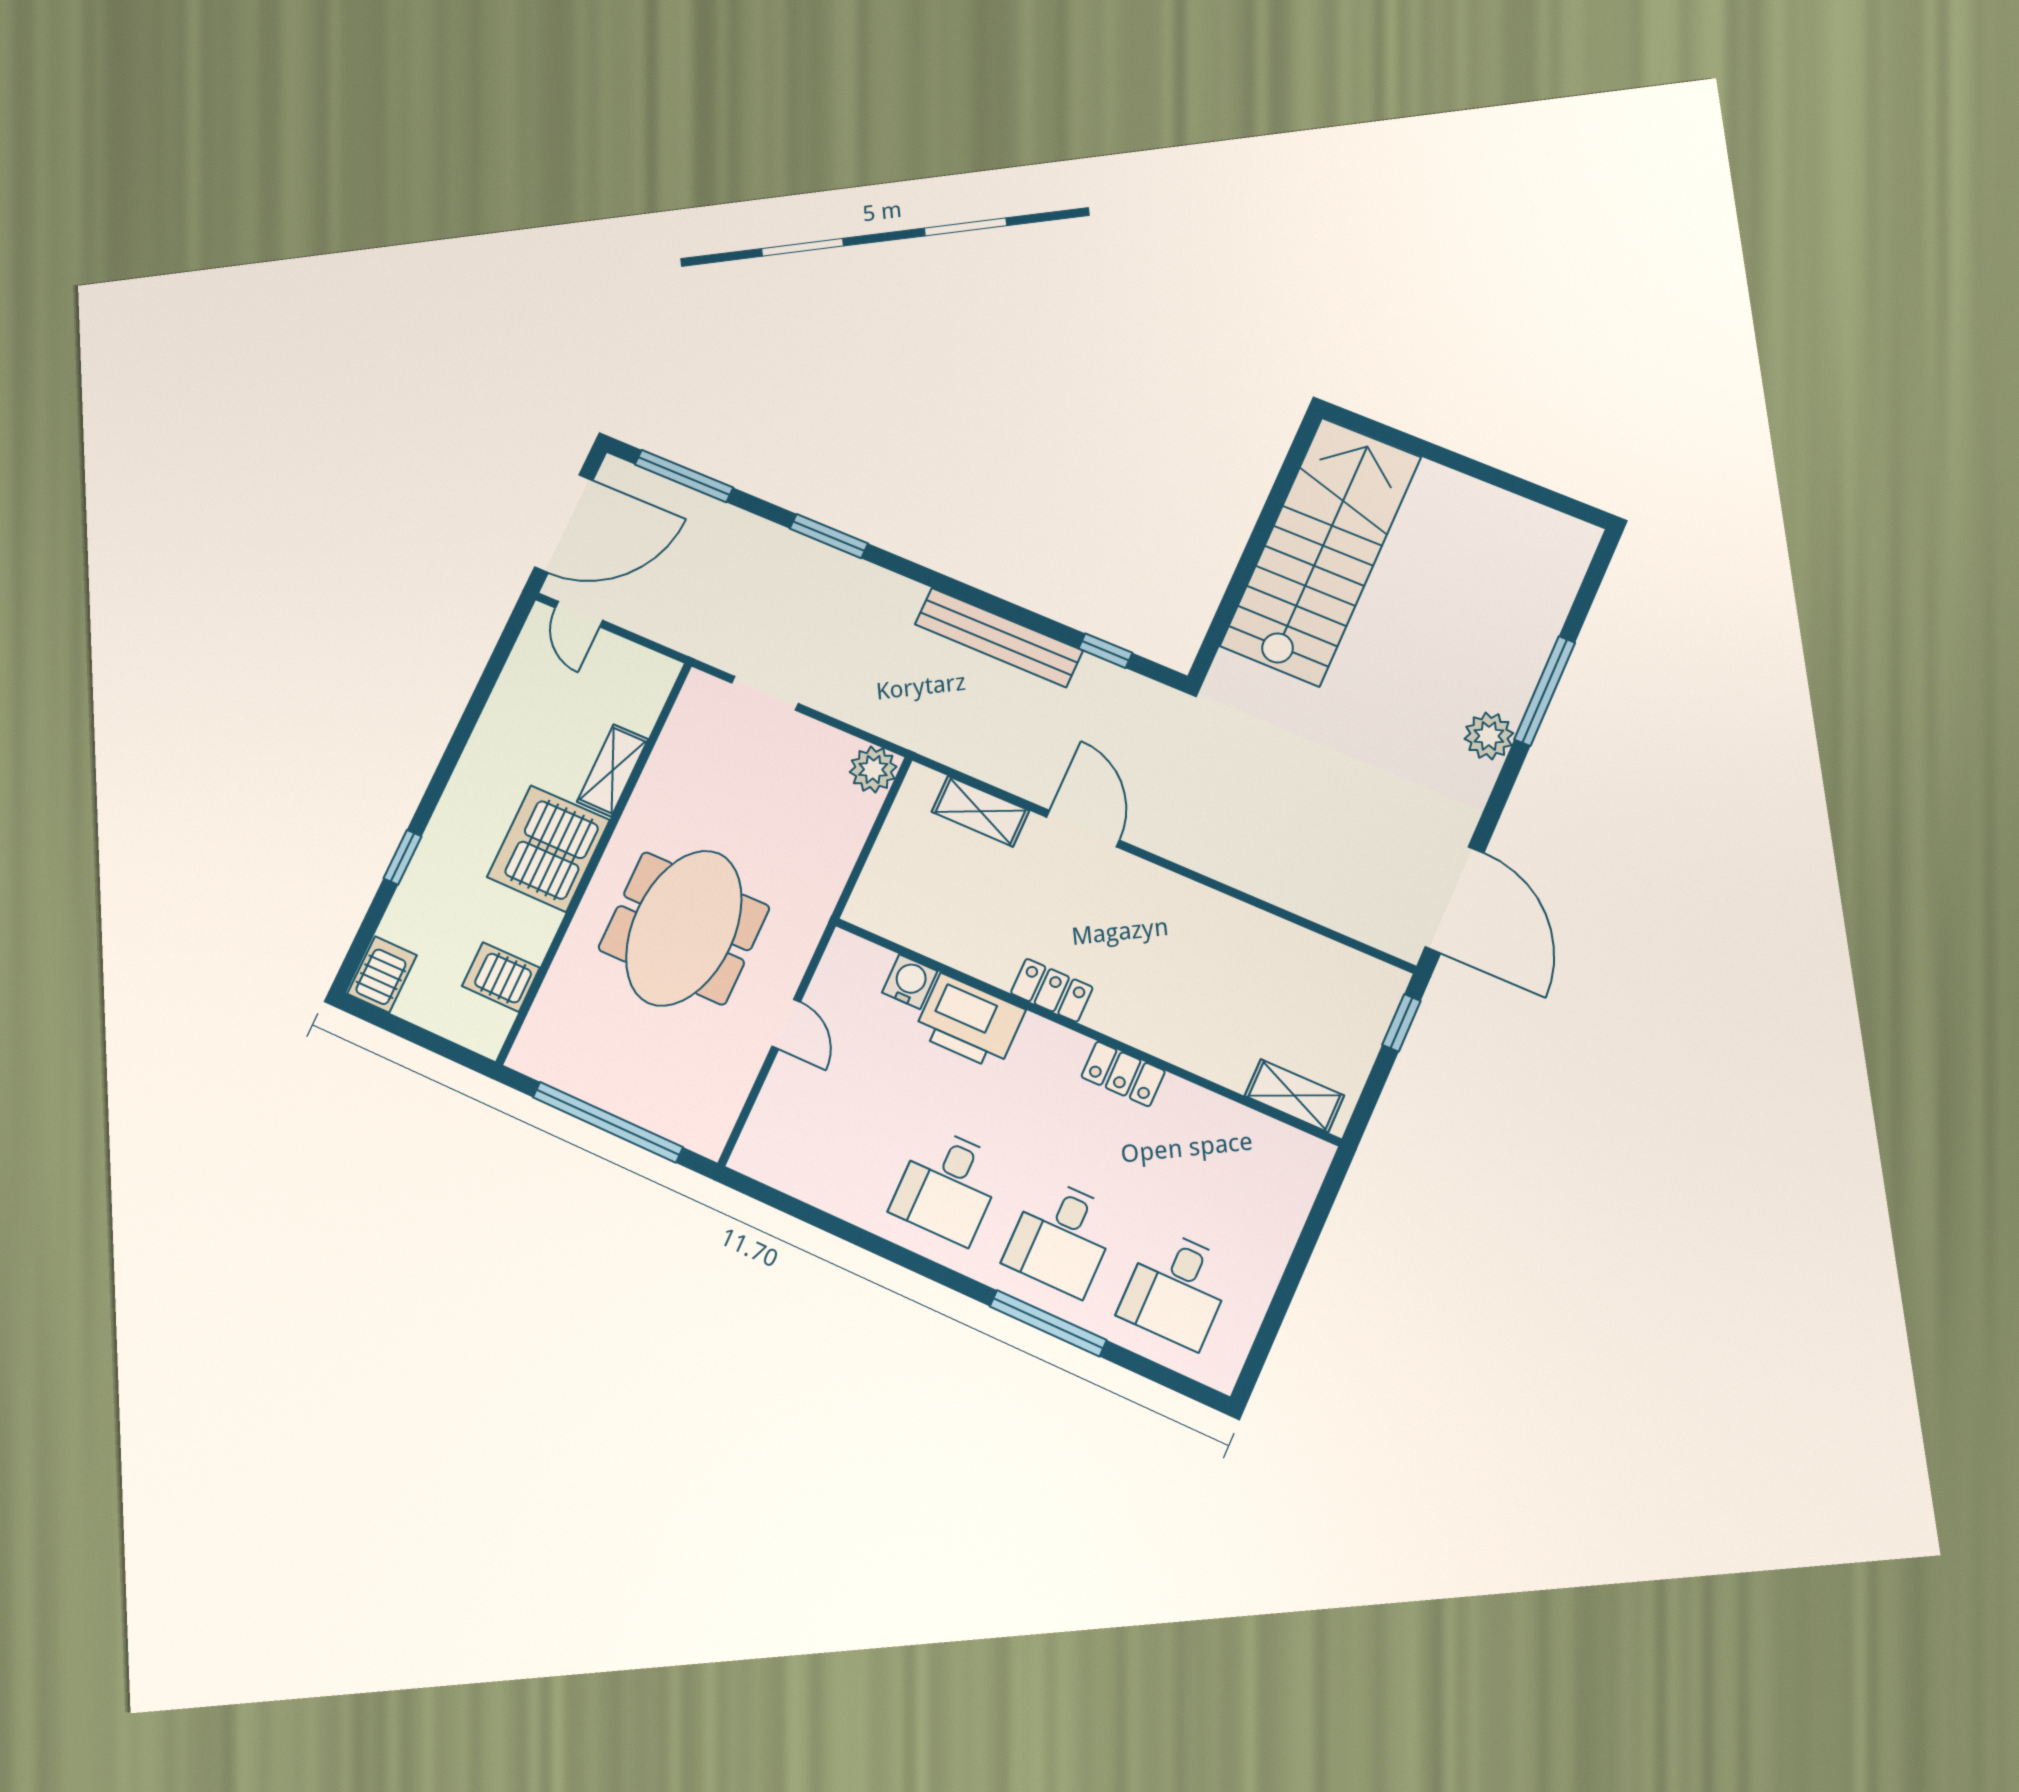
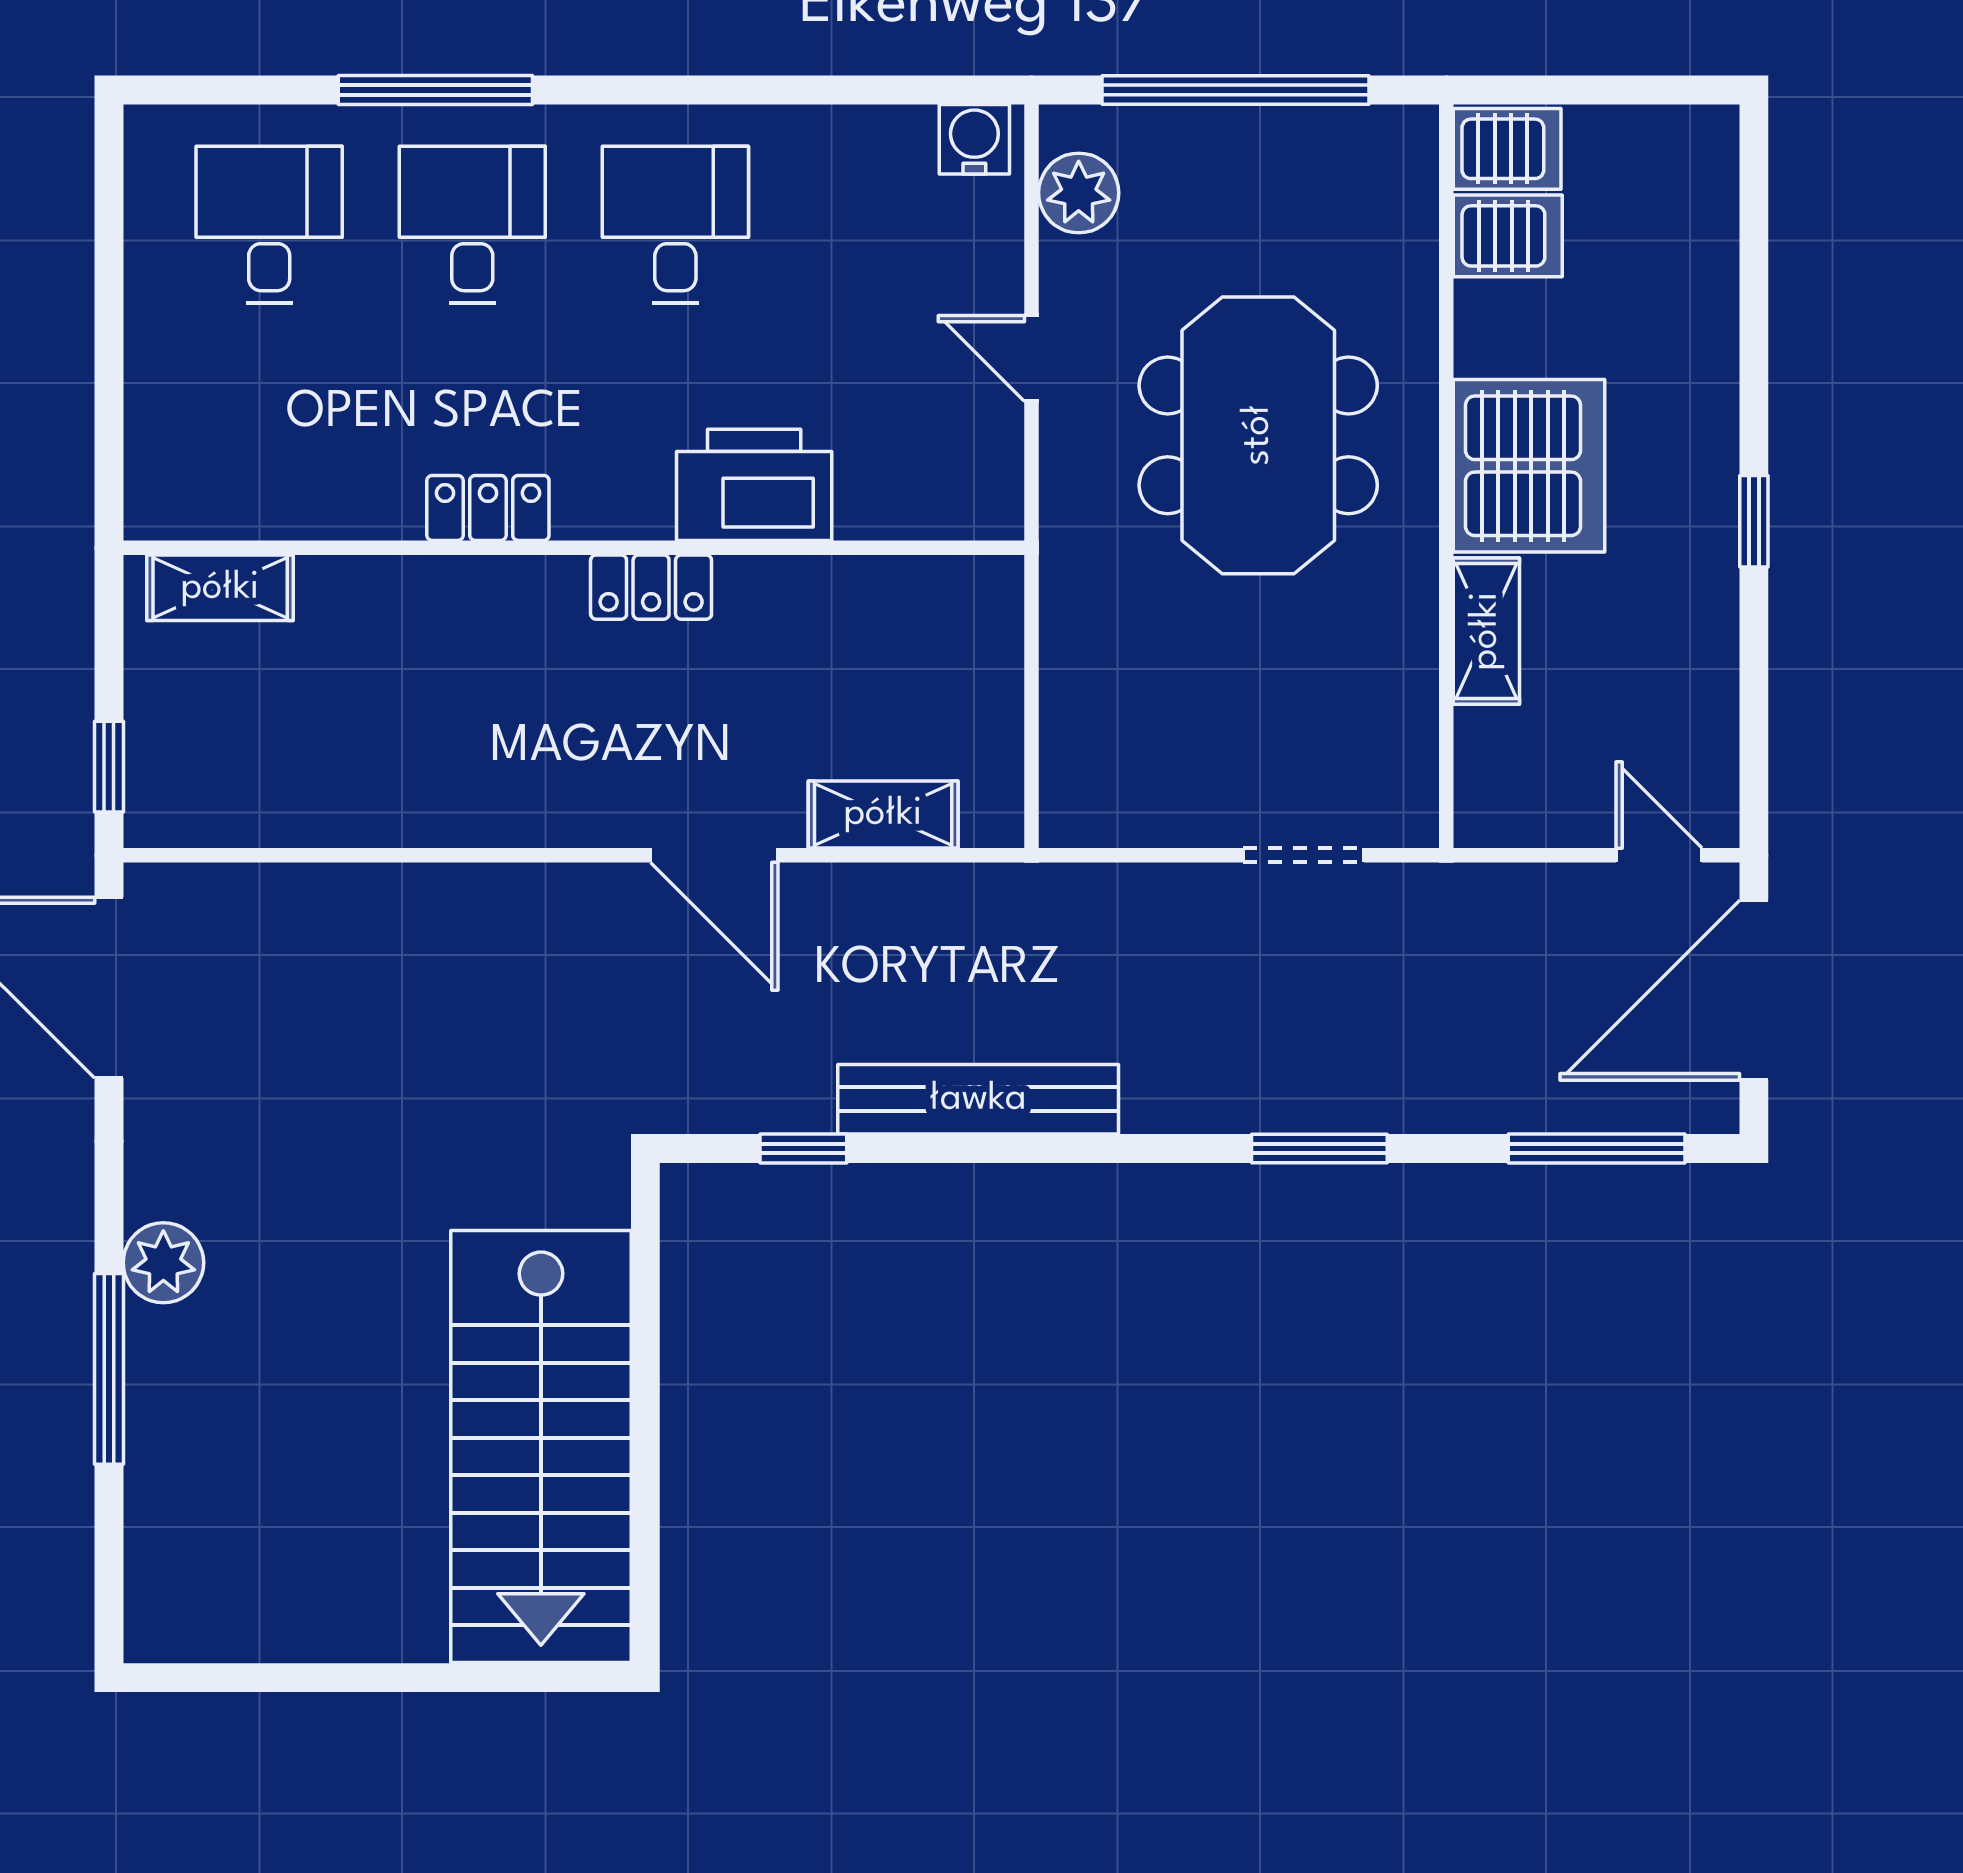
plant: (873, 769) -> (1079, 193), moved
window: (402, 857) -> (1754, 521), moved
server rack: (382, 974) -> (1507, 149), moved, turned -90
water cooler: (910, 982) -> (974, 139), moved, turned 180

